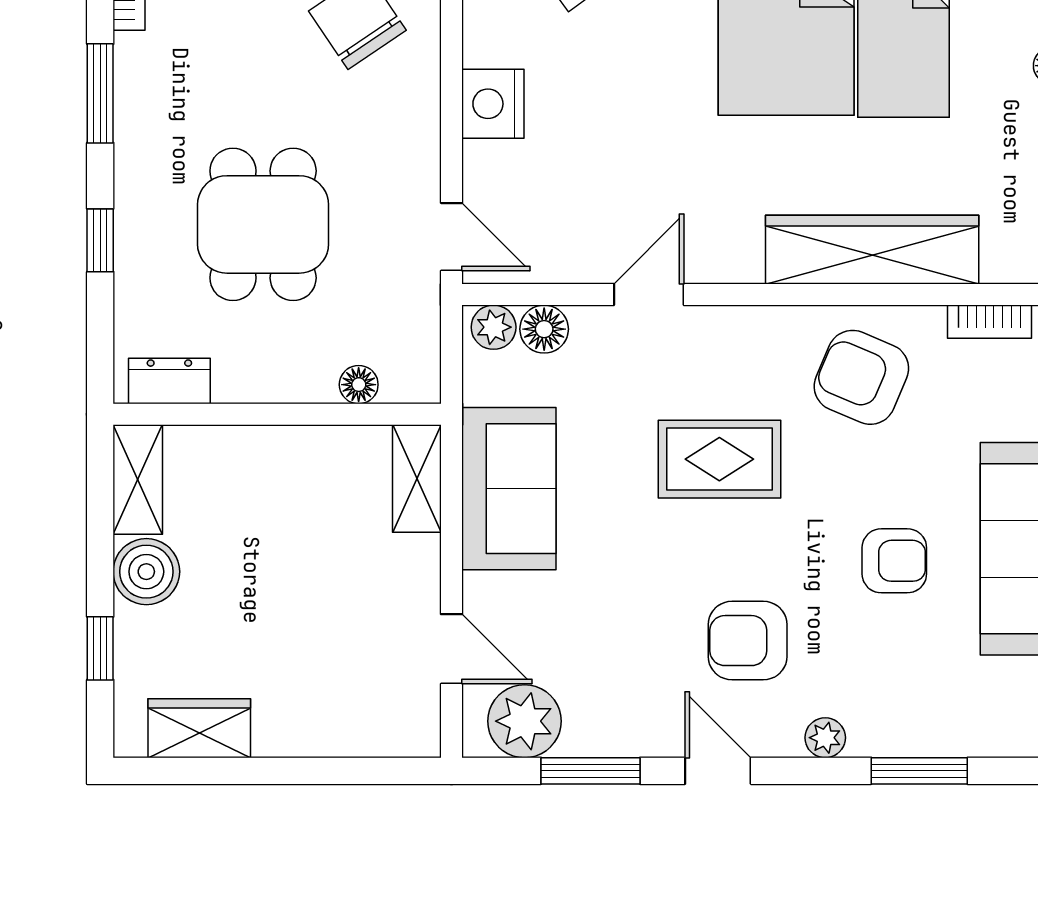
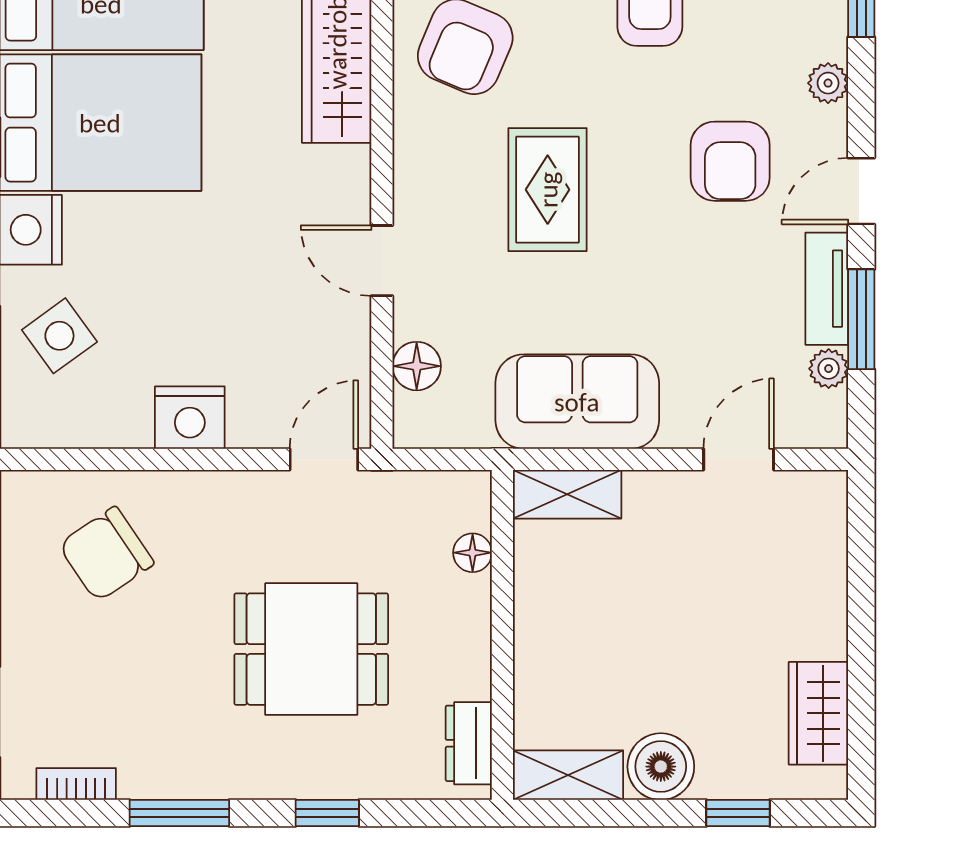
plant: (494, 327) -> (415, 417), removed
plant: (525, 721) -> (829, 369), width x0.53, depth x0.53
tv unit: (621, 737) -> (827, 289), added

